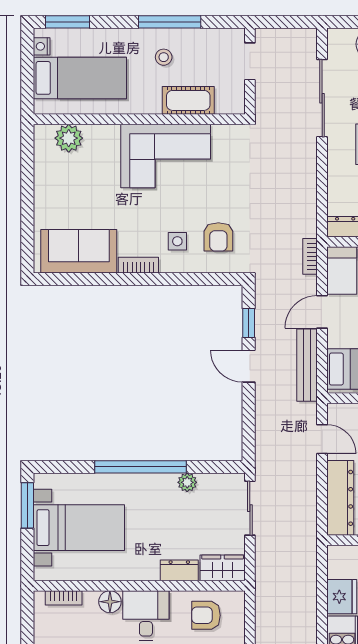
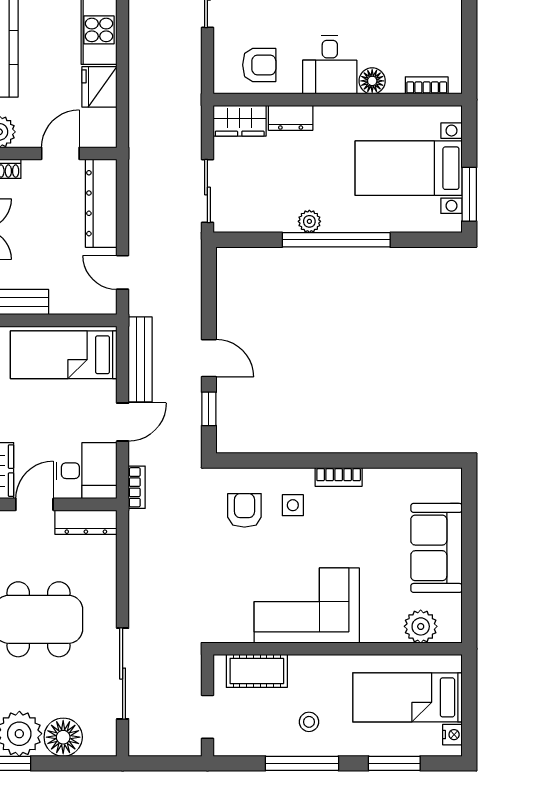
window: (67, 22) -> (394, 763), moved
cot: (188, 100) -> (257, 671), moved
sofa: (79, 251) -> (436, 548), moved, turned 90
plant: (187, 482) -> (309, 221), moved

